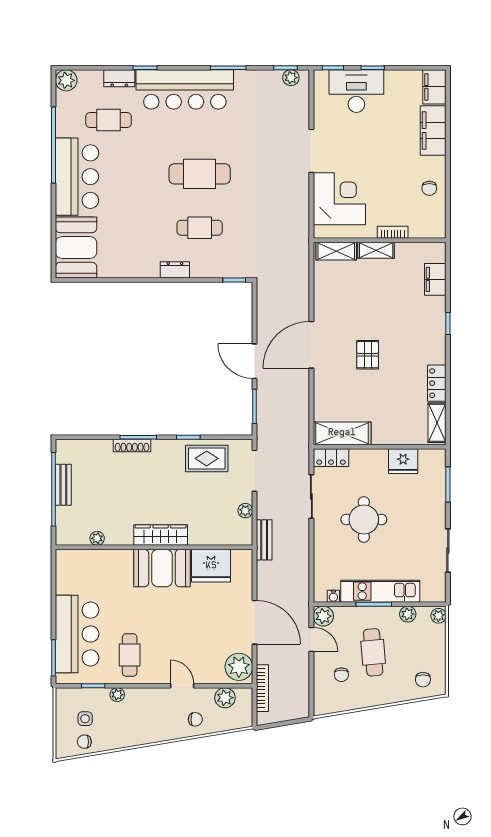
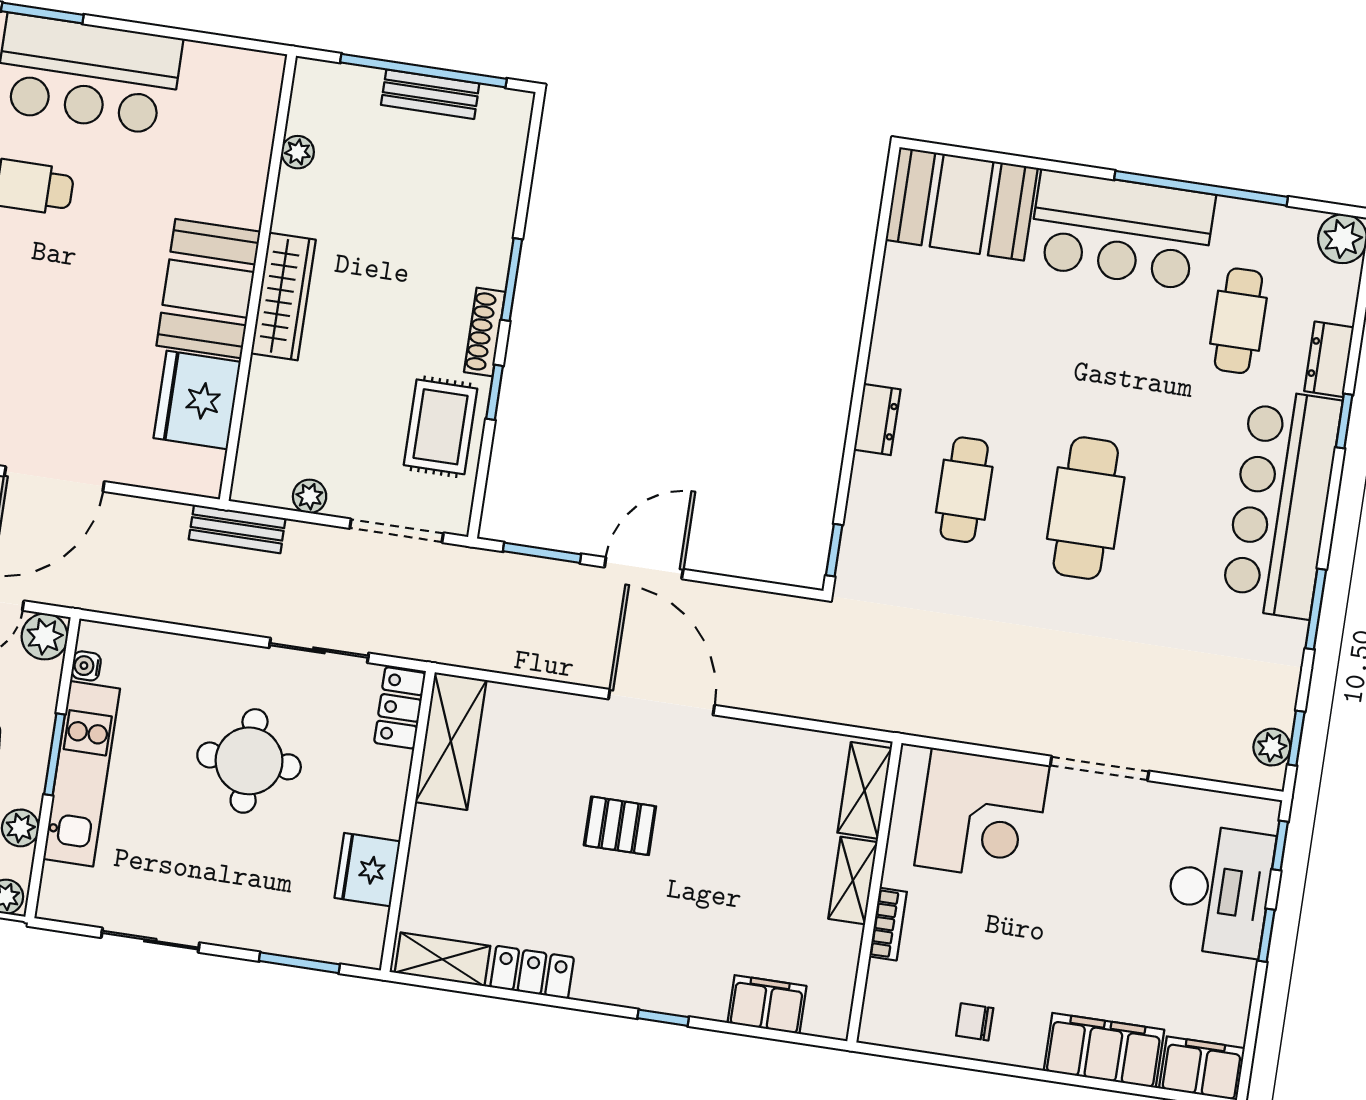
shoe rack: (132, 446) -> (485, 332), moved

